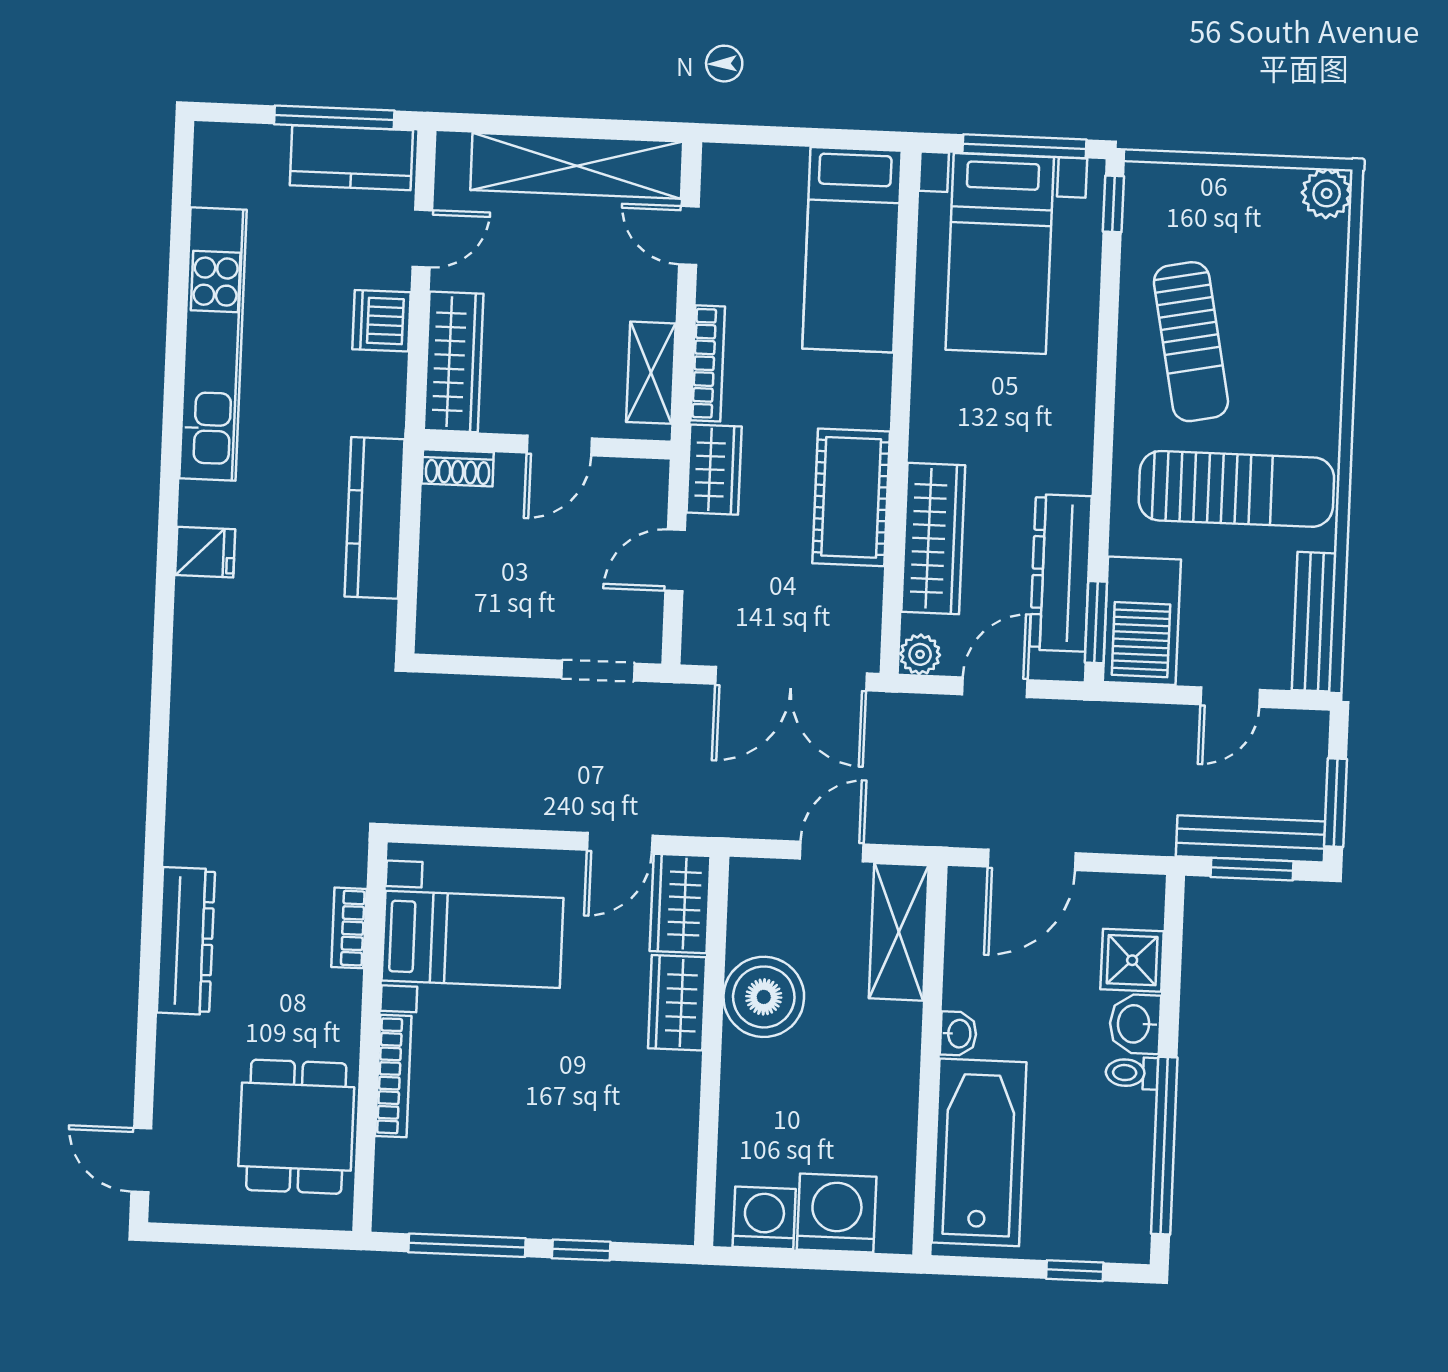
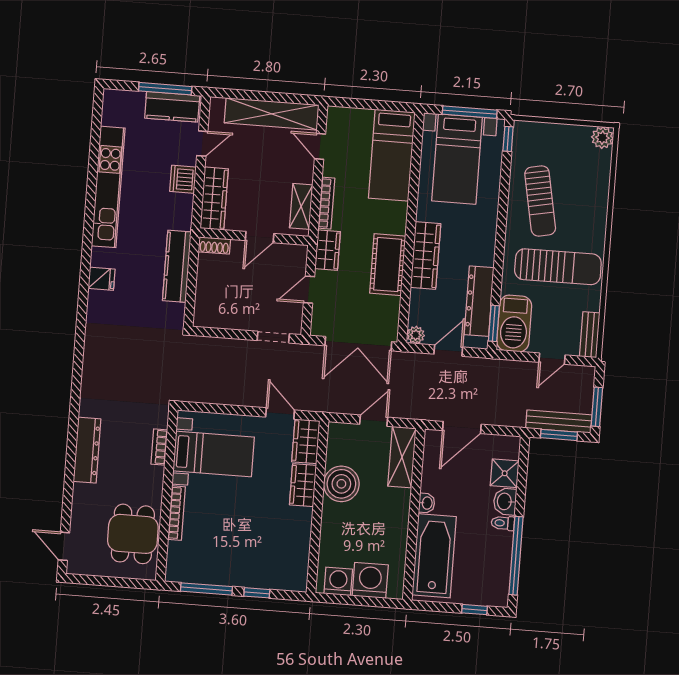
wardrobe: (933, 538) -> (426, 255), moved
bench: (1314, 622) -> (590, 335), width x0.73
door: (620, 843) -> (280, 413), swing flipped

